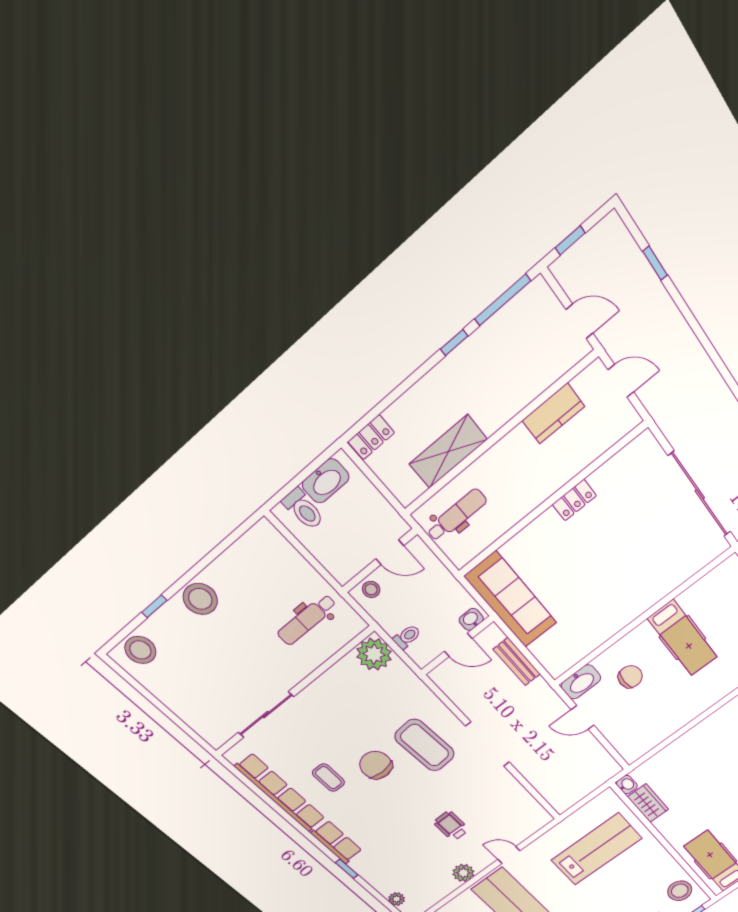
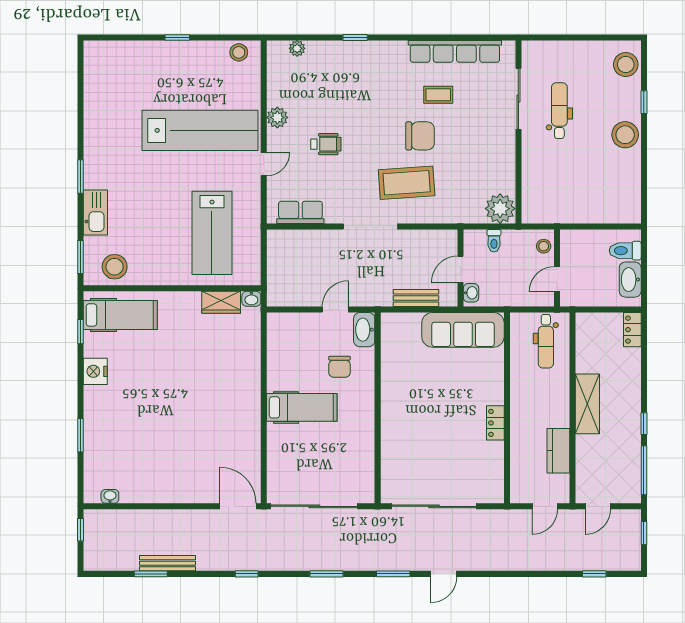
shelving: (448, 452) -> (587, 404), moved
dental chair: (307, 620) -> (559, 111), moved
hospital bed: (683, 638) -> (302, 407), moved, turned 180
row of seats: (337, 842) -> (300, 212), moved, turned 180

